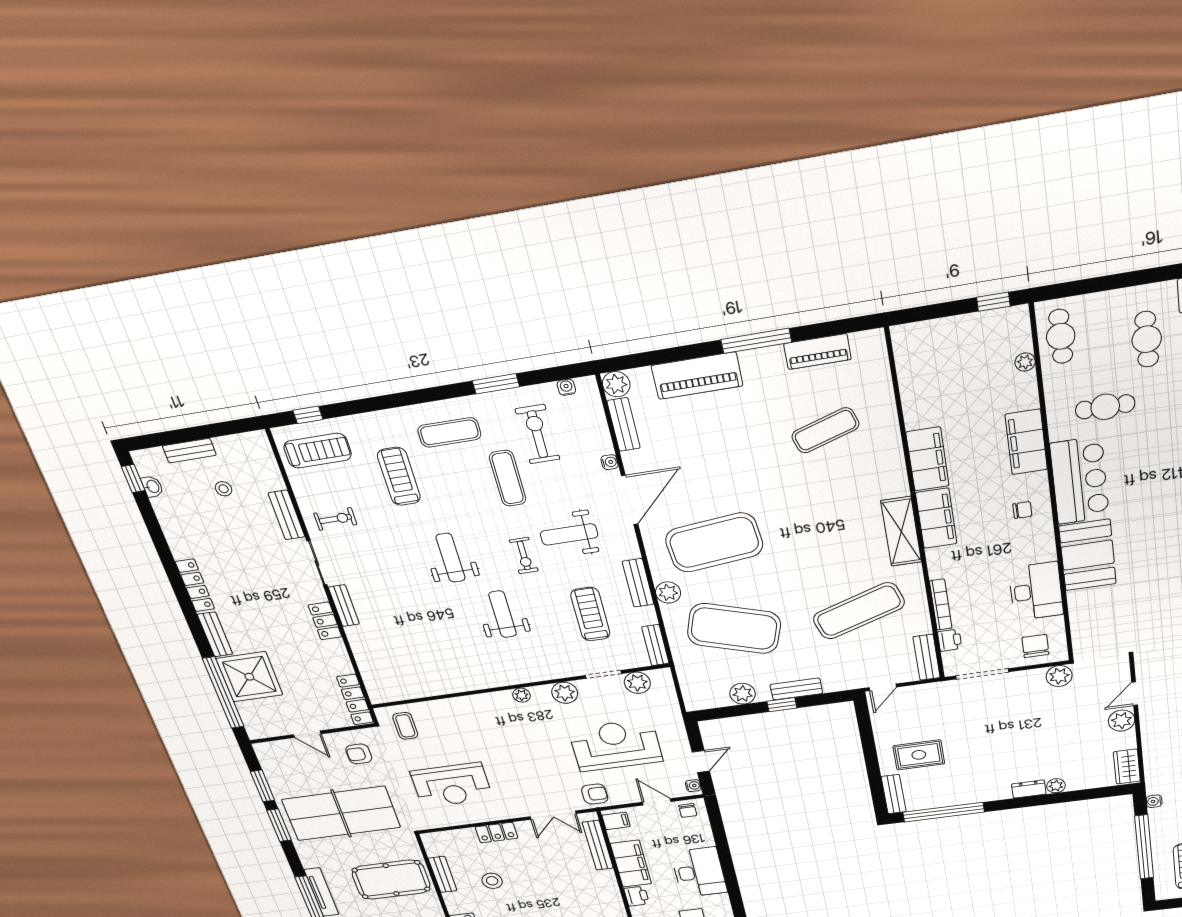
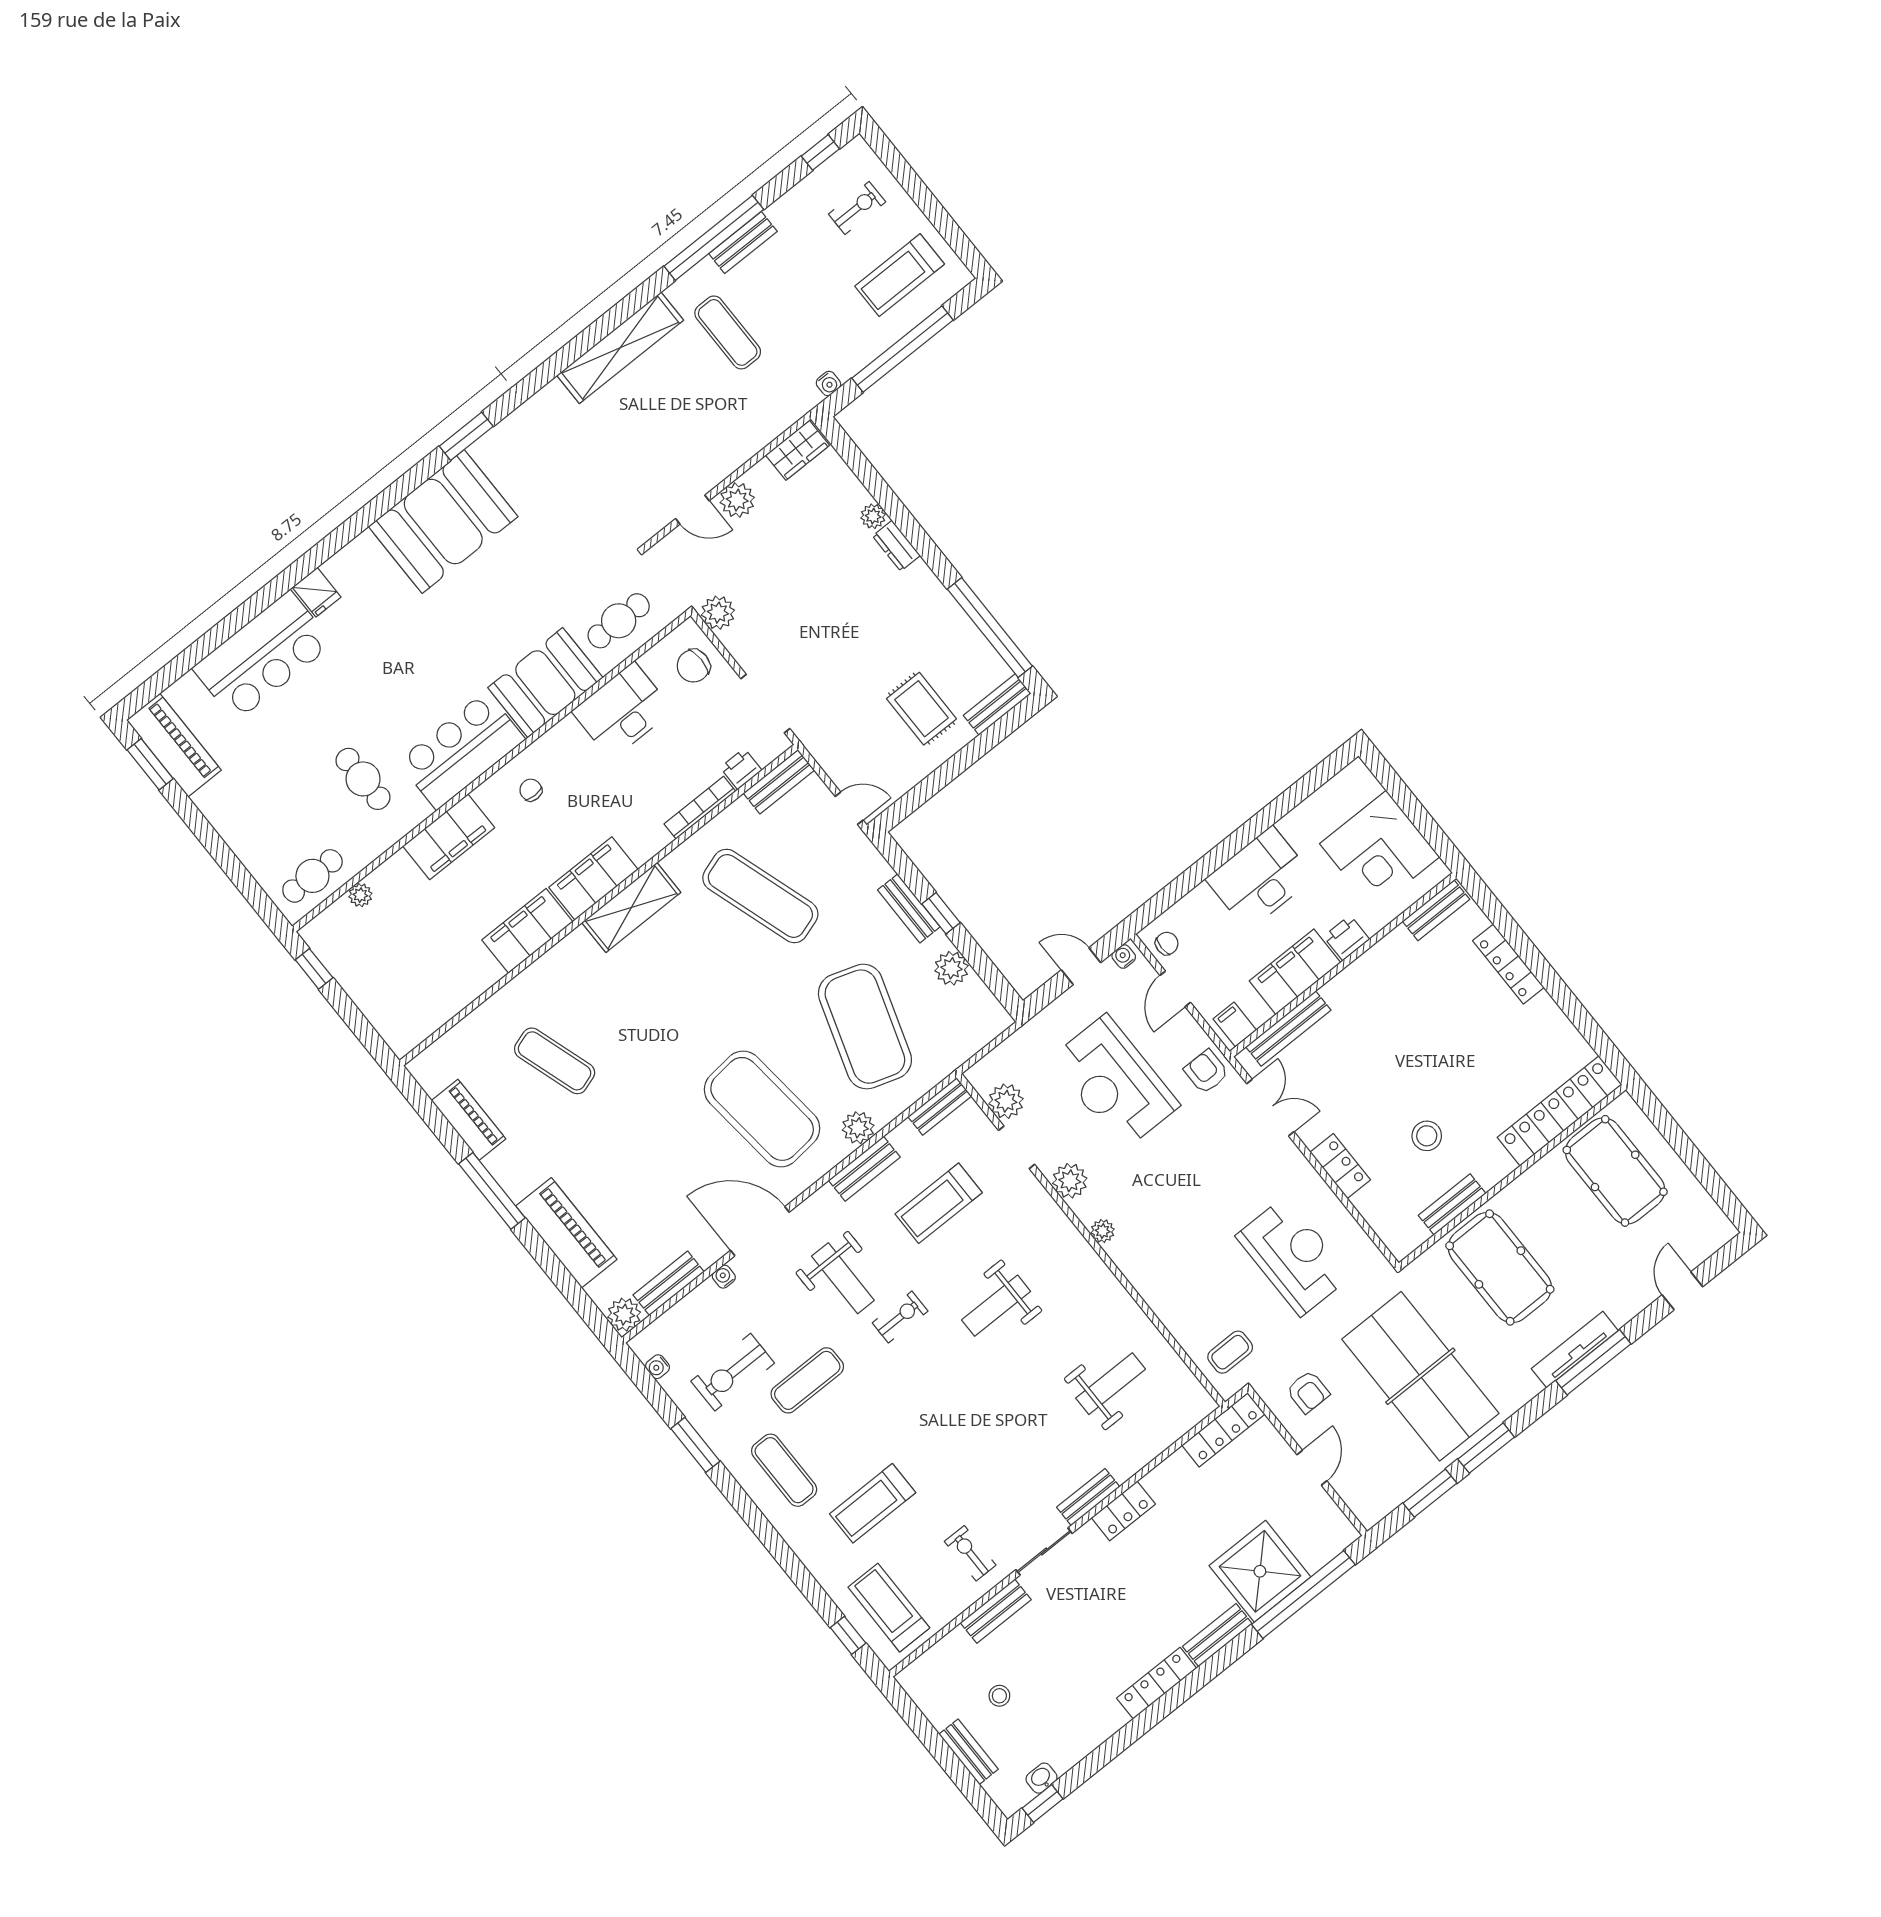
cafe table: (1147, 339) -> (619, 621), moved
weight bench: (451, 558) -> (1111, 1384), moved, turned 180

